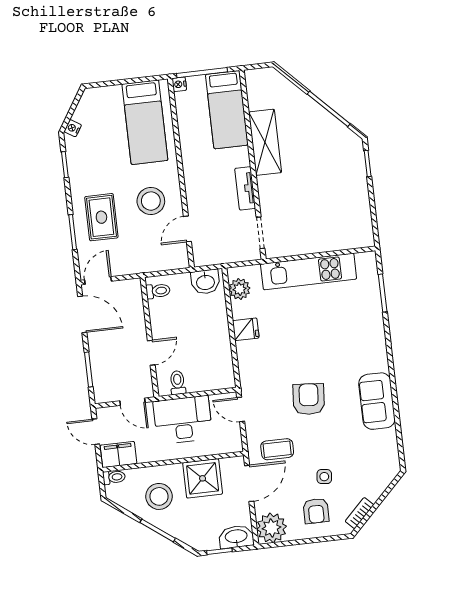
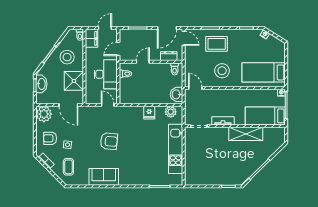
door: (187, 229) -> (195, 88), moved
dresser: (135, 305) -> (169, 56), added
door: (151, 353) -> (143, 62), swing flipped
door: (241, 409) -> (108, 105), hinge flipped
coffee table: (277, 449) -> (68, 167), moved
washbasin: (236, 537) -> (41, 84), moved

